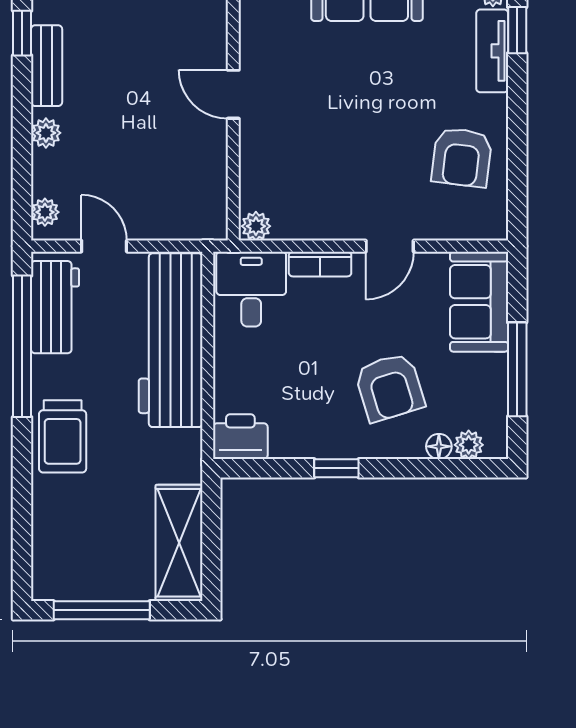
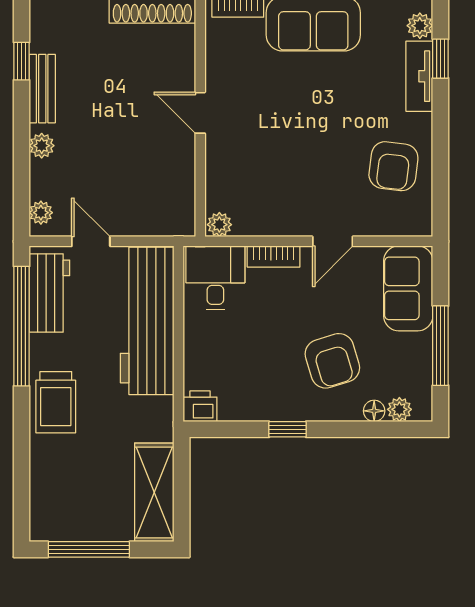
printer: (240, 437) -> (200, 406), width x0.73, depth x0.81

